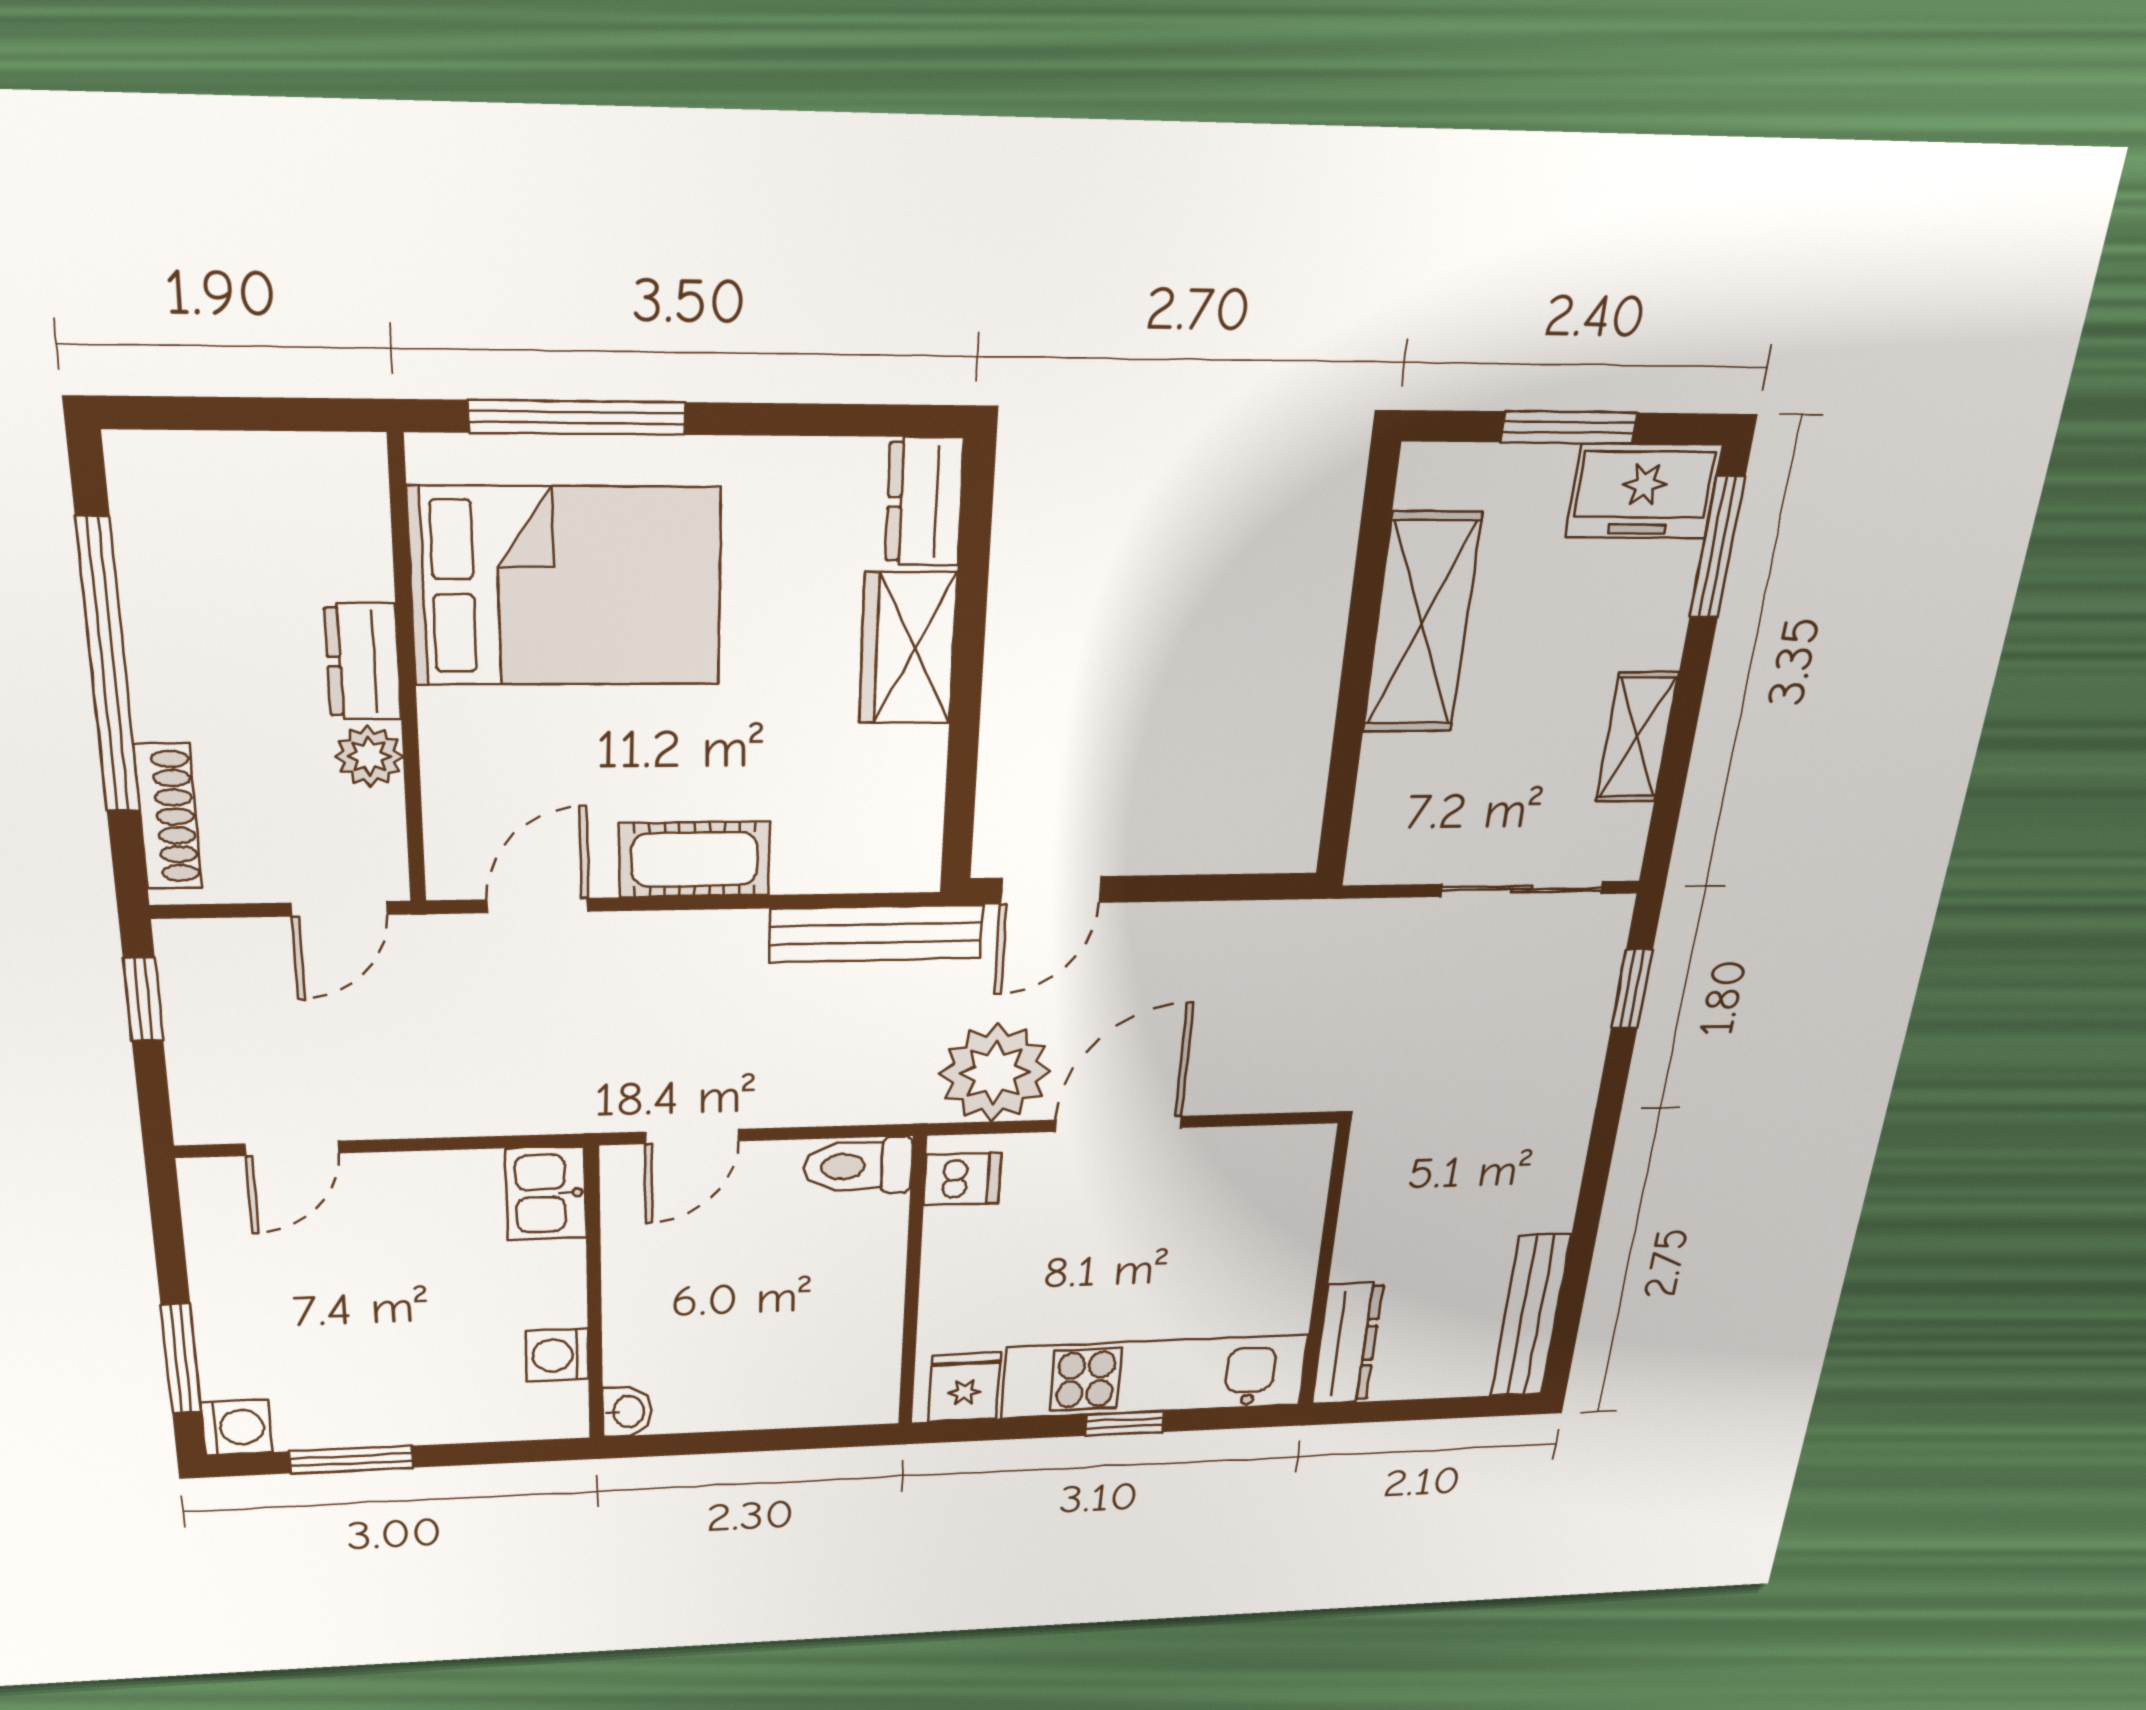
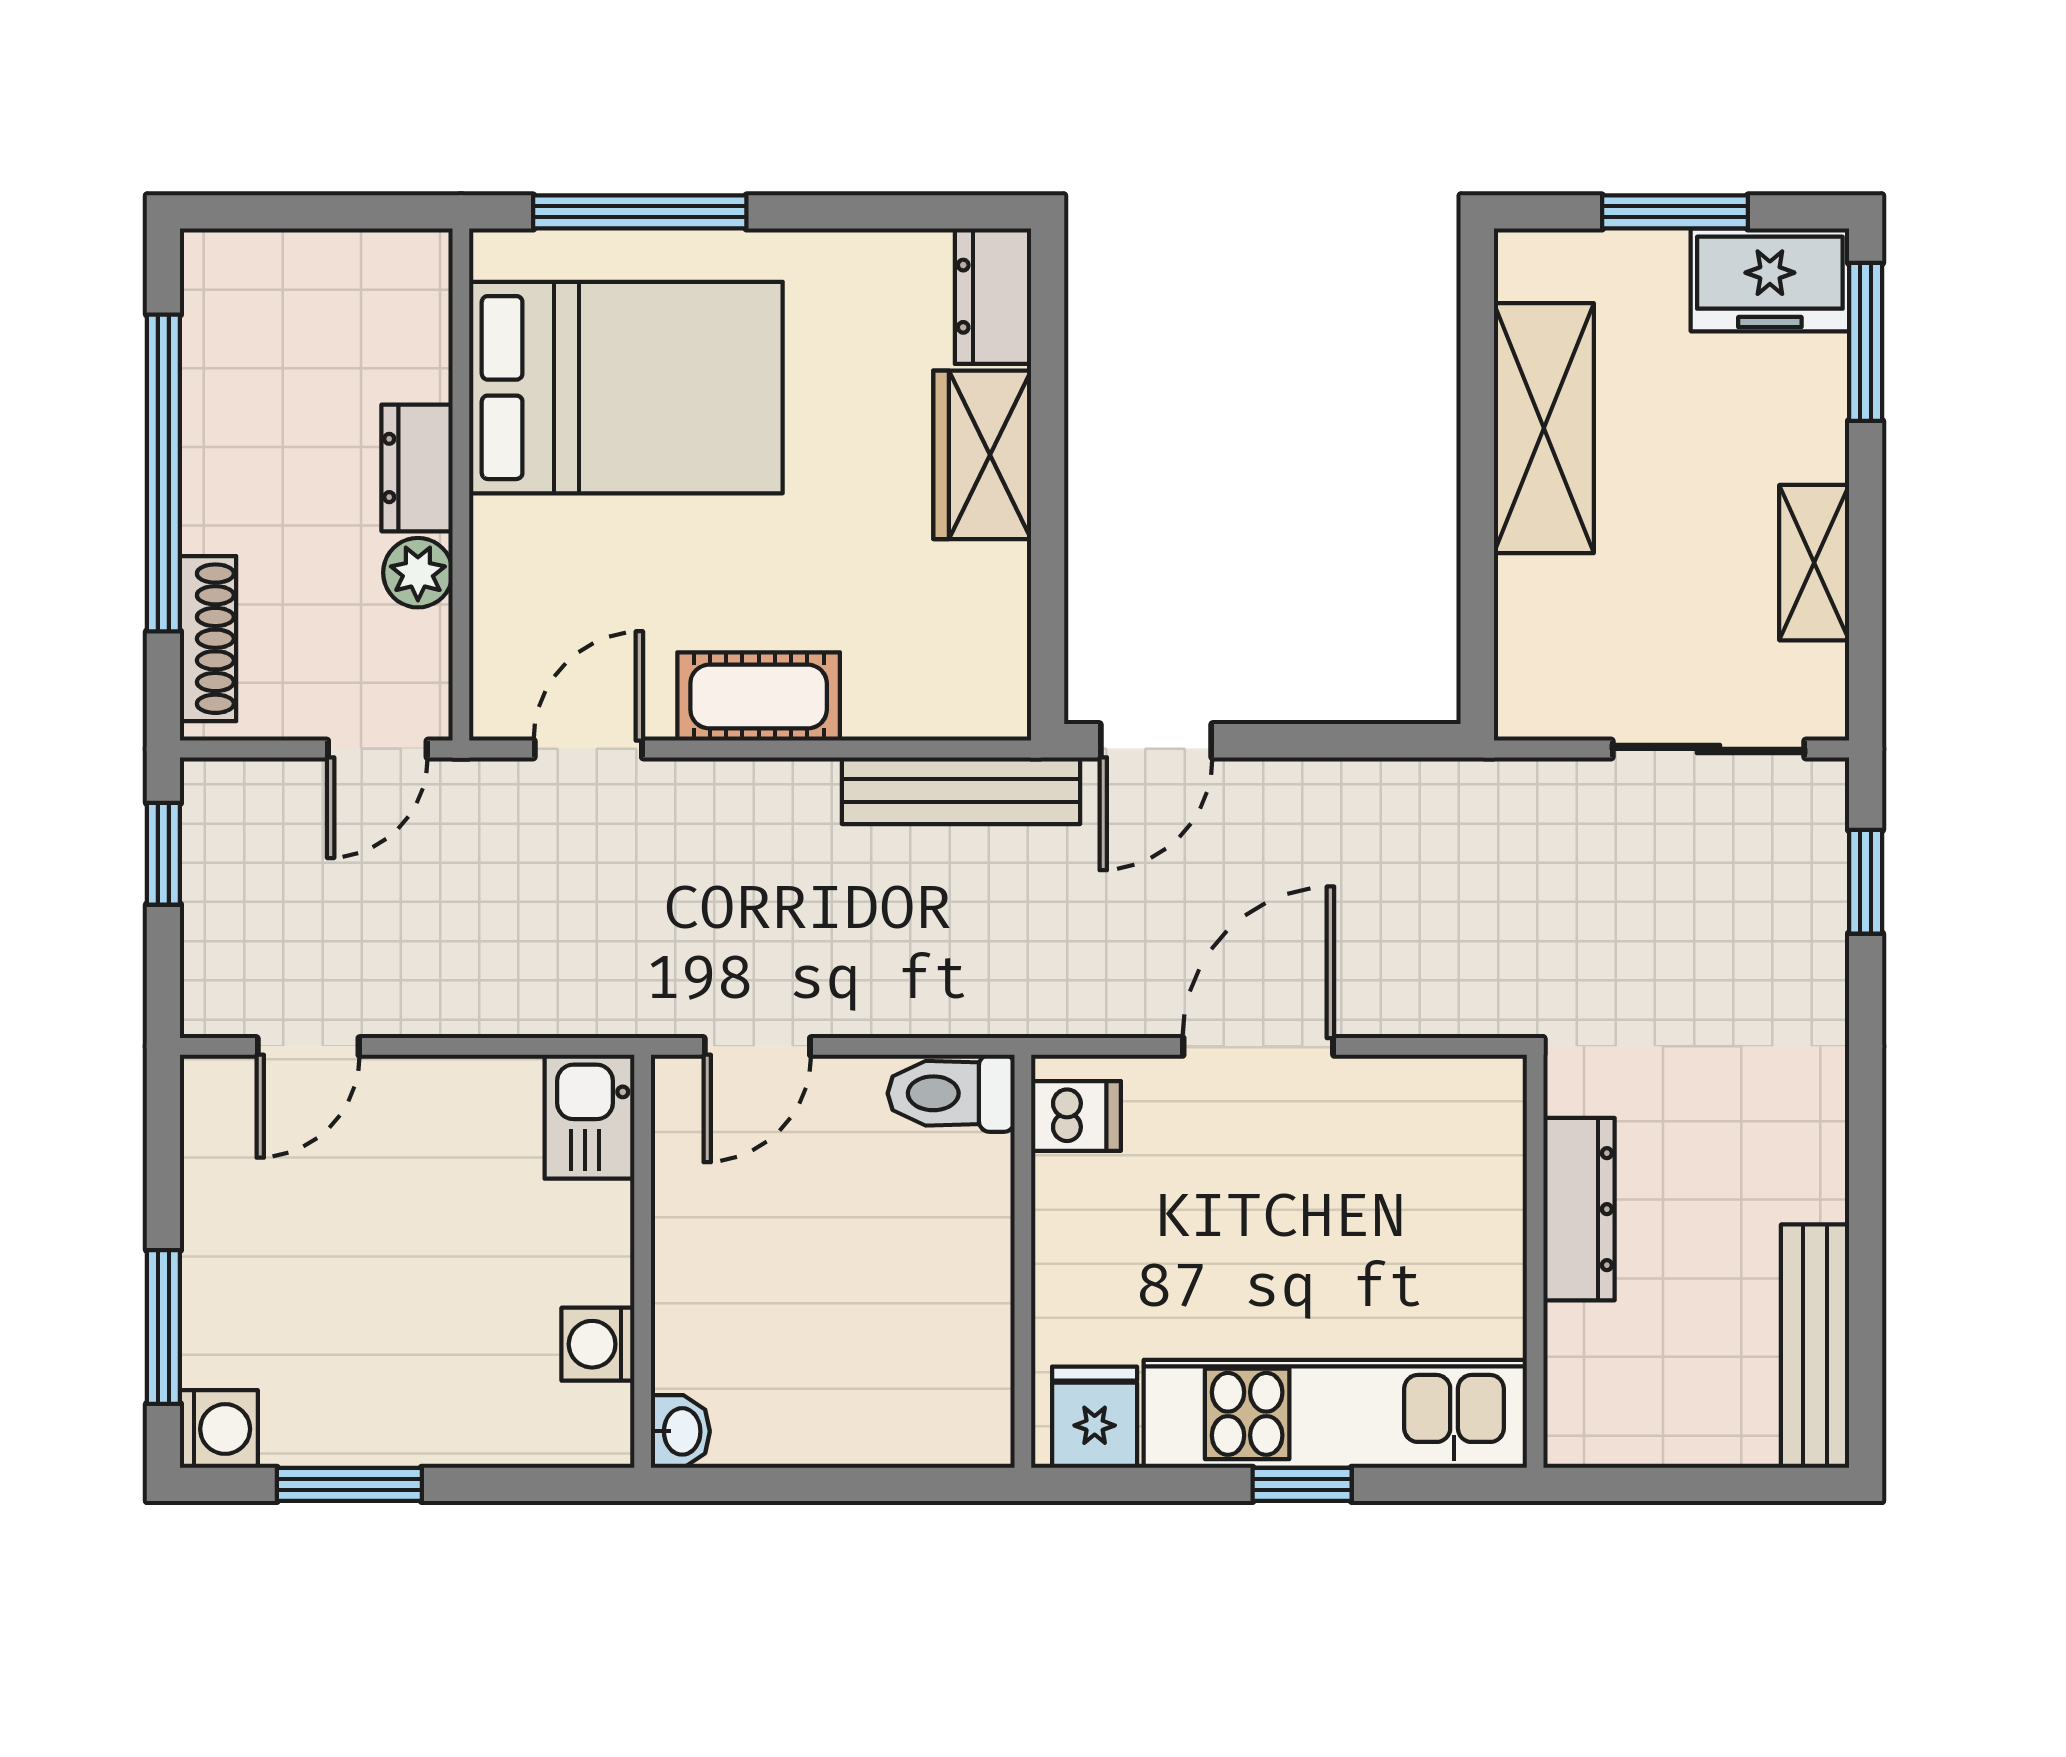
plant: (995, 1073) -> (1106, 973), removed
dresser: (1347, 1344) -> (1579, 1209), moved

